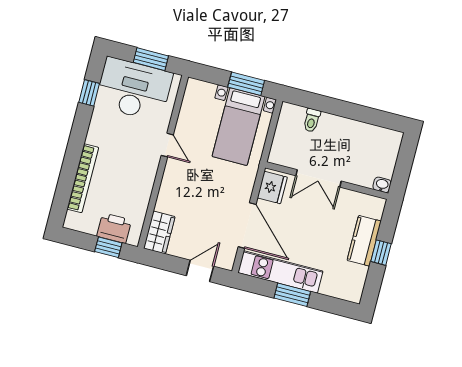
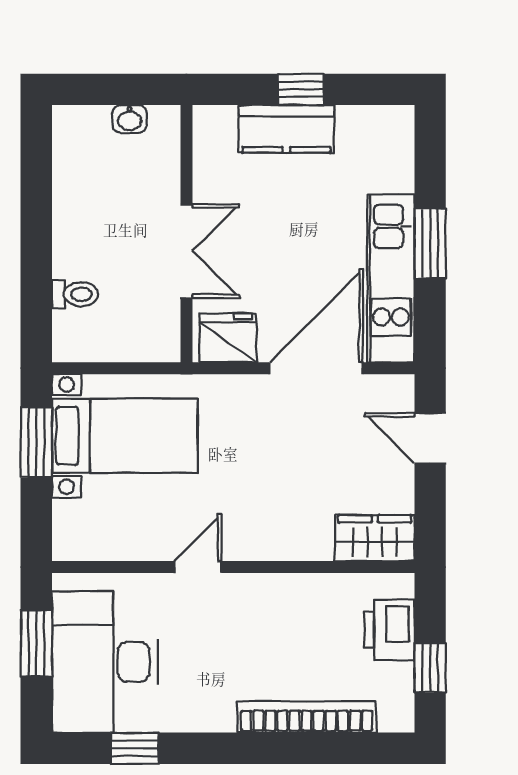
washbasin: (382, 185) -> (130, 119), moved, turned -90
window: (108, 247) -> (430, 668), moved

